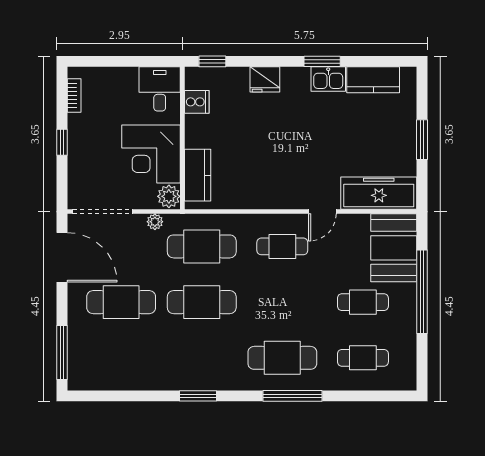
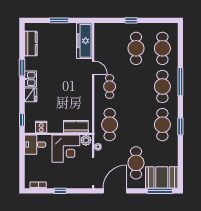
kitchen sink: (328, 79) -> (30, 79), moved
booth: (394, 248) -> (162, 177), moved
window: (422, 292) -> (131, 20), width x0.32
cafe table: (202, 302) -> (162, 125), moved
cafe table: (363, 302) -> (136, 48), width x1.37, depth x1.35
cafe table: (363, 358) -> (162, 48), width x1.37, depth x1.35

